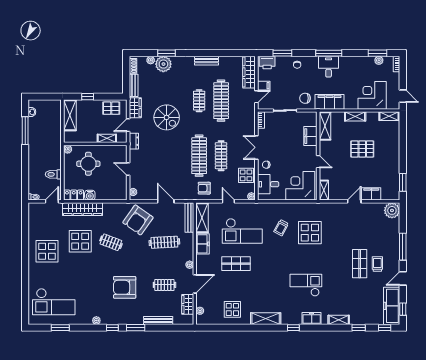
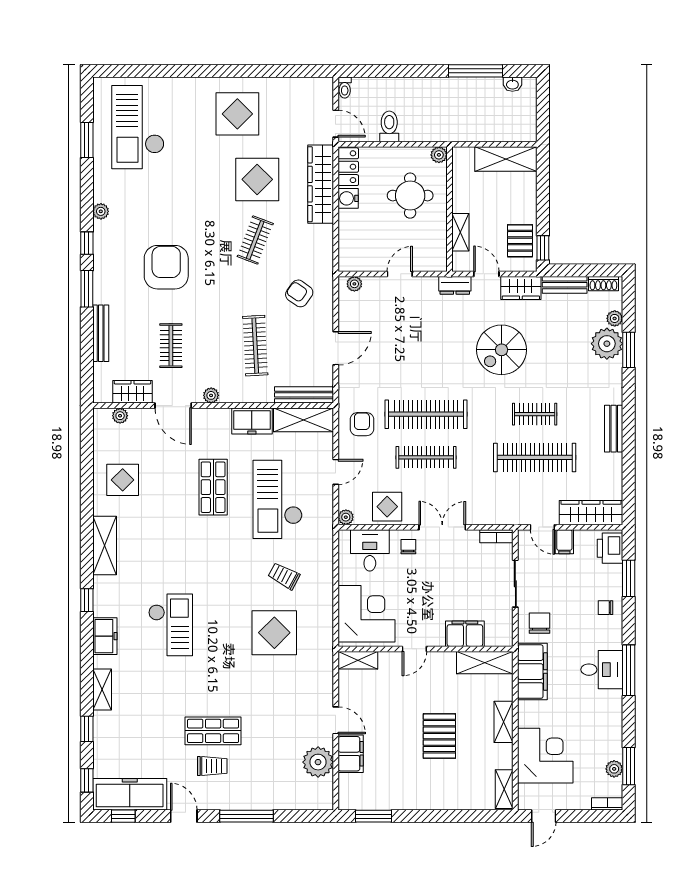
window: (88, 97) -> (543, 248), moved
plant: (392, 210) -> (318, 762), moved
armchair: (138, 220) -> (299, 293), width x0.53, depth x0.53

